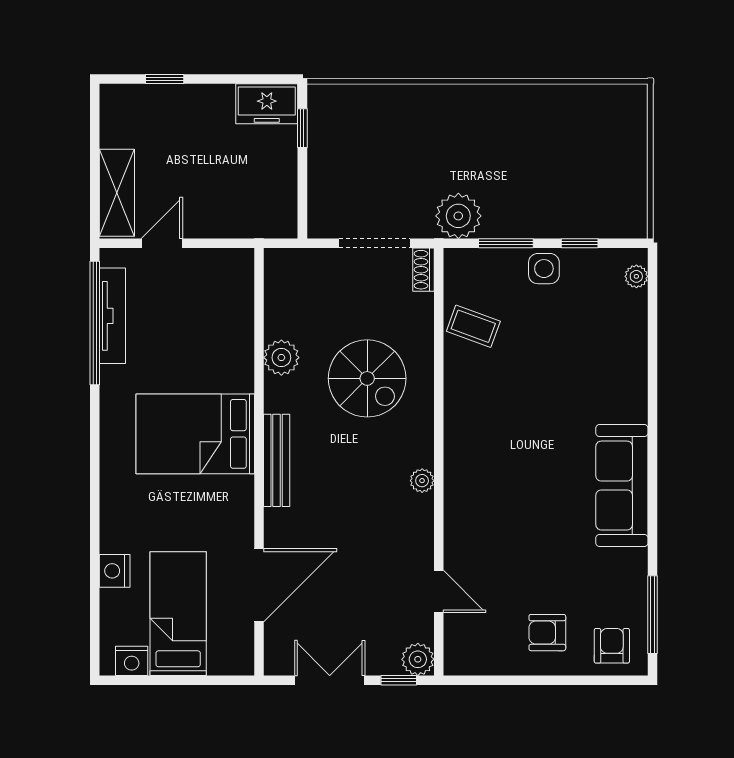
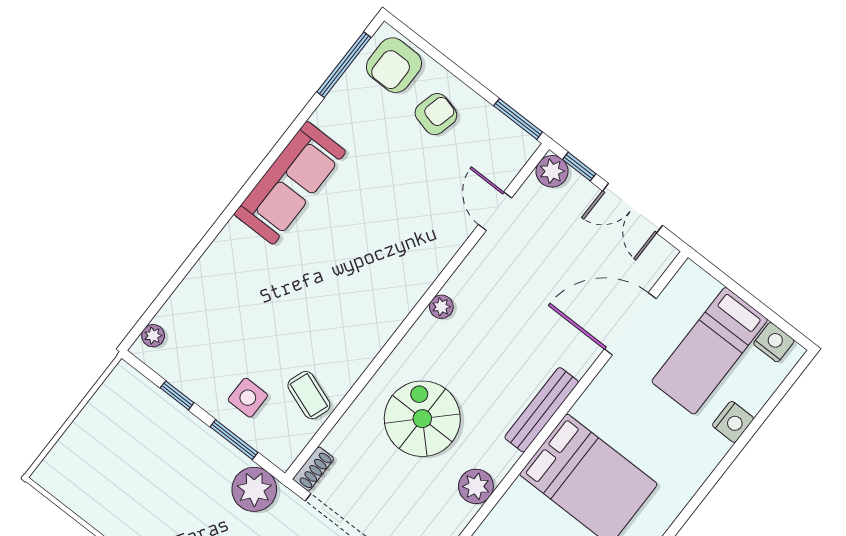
side table: (544, 269) -> (248, 398), moved
armchair: (547, 633) -> (436, 114), turned -76
armchair: (612, 646) -> (394, 65), width x1.38, depth x1.38
window: (478, 680) -> (518, 119), added

